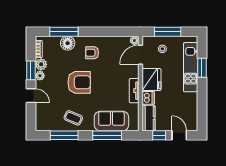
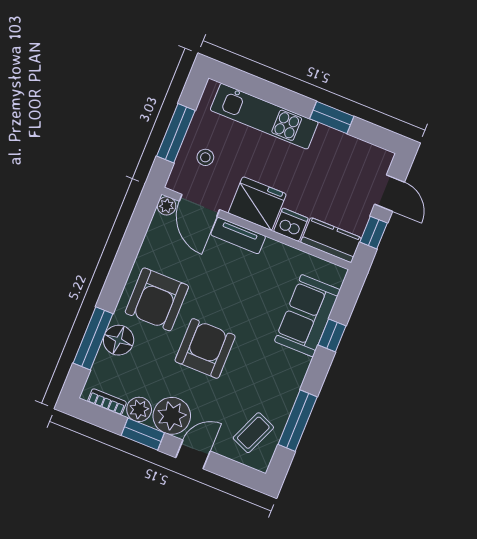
armchair: (92, 53) -> (157, 299), width x1.88, depth x1.88
window: (202, 68) -> (332, 117), moved
plant: (40, 76) -> (172, 416), width x1.87, depth x1.87
tv unit: (134, 91) -> (238, 236), moved
coffee table: (73, 118) -> (253, 433), moved
window: (107, 135) -> (332, 335), width x0.46
door: (179, 135) -> (390, 193), swing flipped

